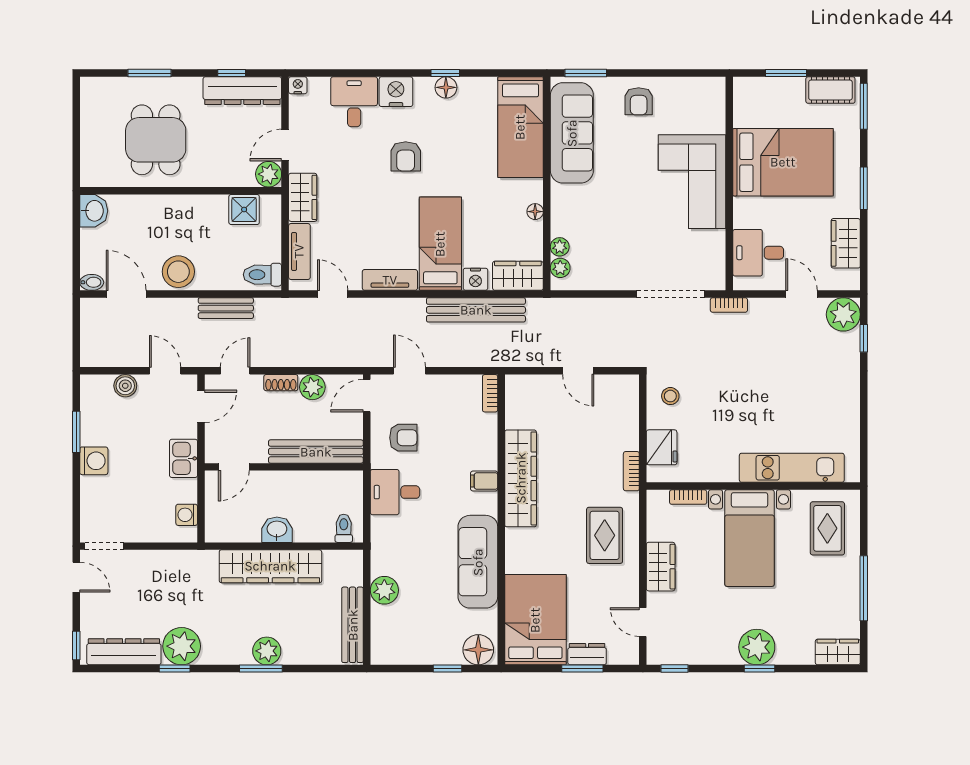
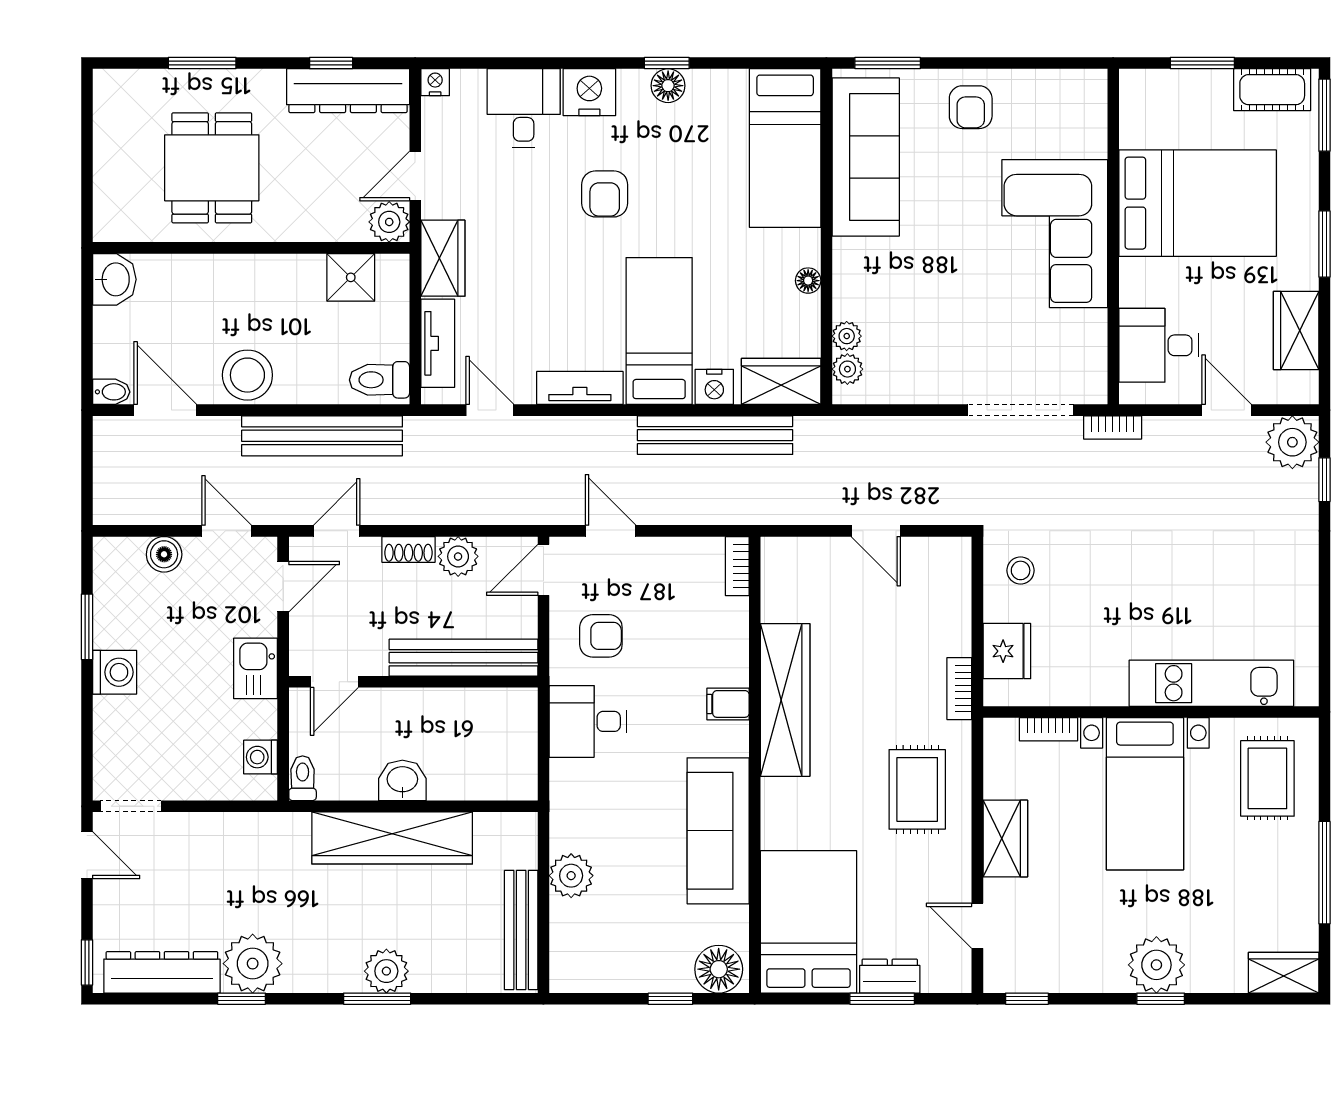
bench: (226, 308) -> (322, 436), width x1.86, depth x1.21
toilet: (344, 528) -> (303, 778), moved

